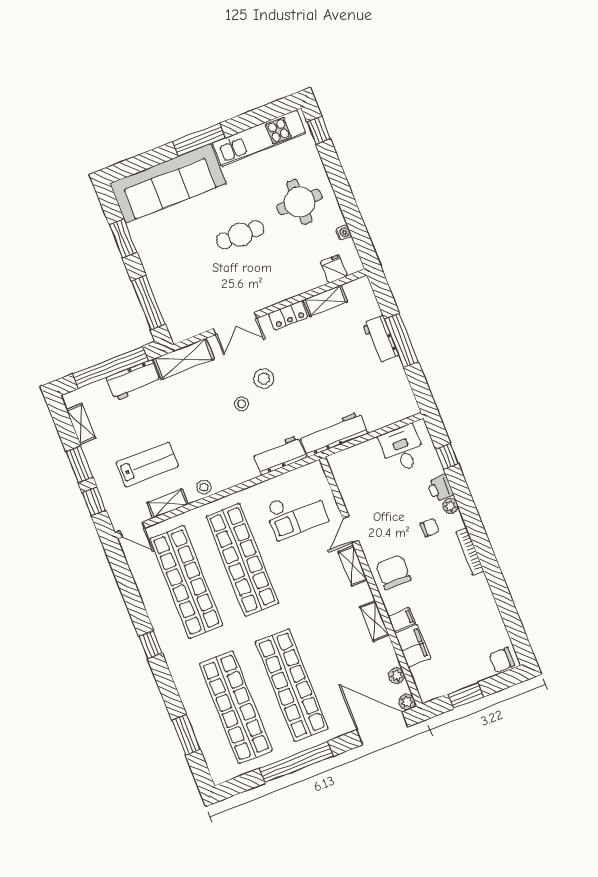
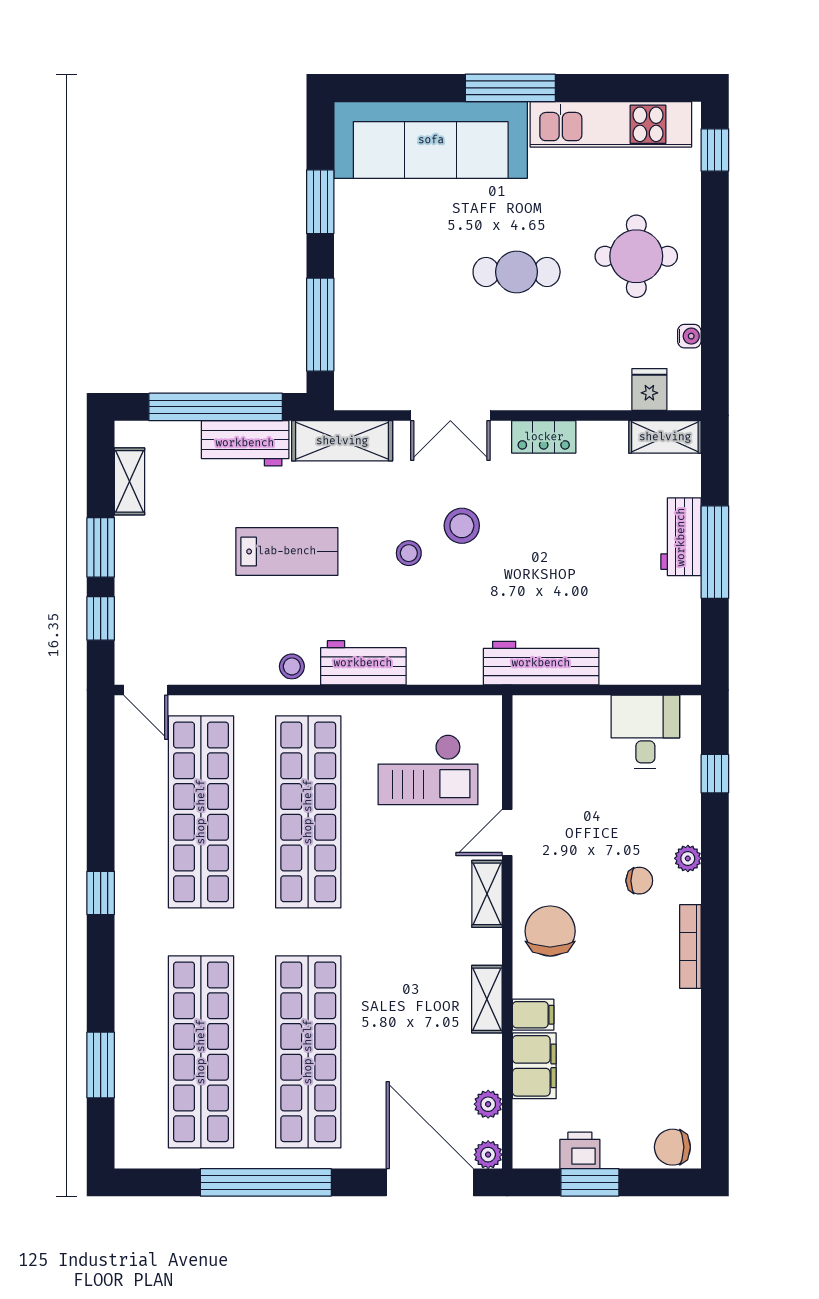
shelving: (325, 301) -> (665, 437), moved
workbench: (279, 455) -> (363, 663), moved
lab bench: (147, 464) -> (287, 551), moved
printer: (440, 488) -> (580, 1150), moved, turned 90
shelving: (167, 503) -> (221, 670), removed

